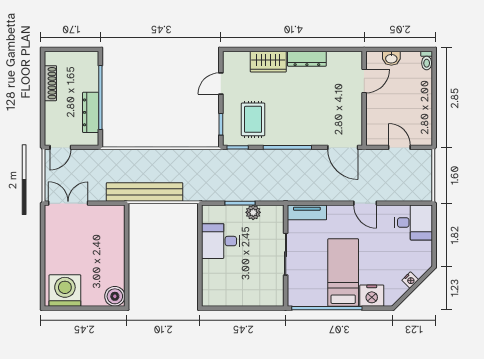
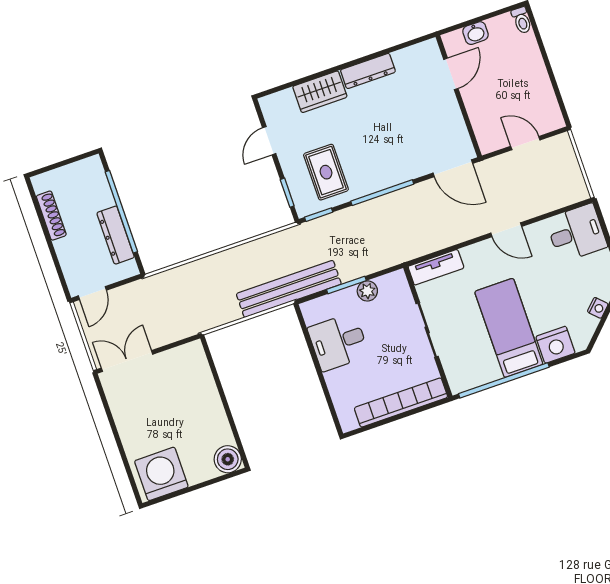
bench: (145, 192) -> (289, 289), moved
bookcase: (250, 299) -> (401, 402), added

